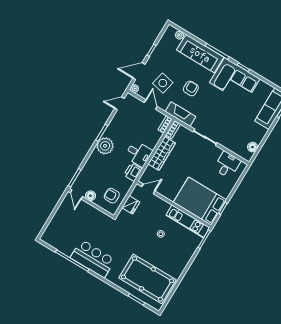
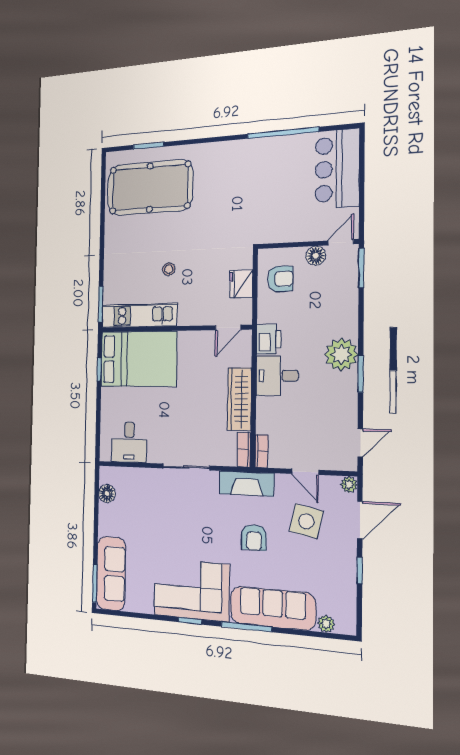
door: (76, 195) -> (341, 242), hinge flipped
bar counter: (93, 259) -> (337, 169), moved, turned 90

